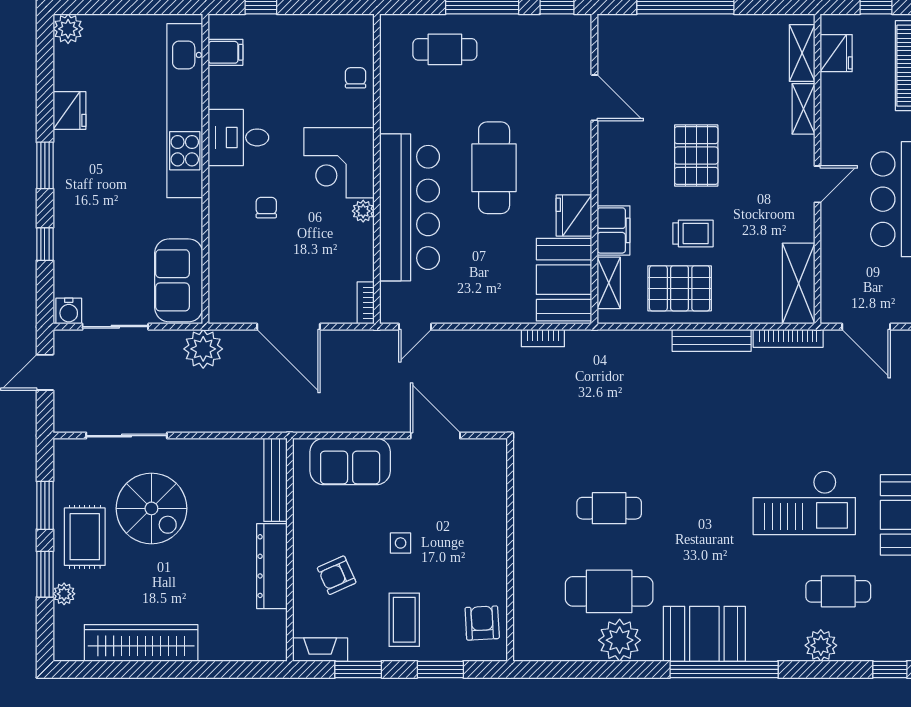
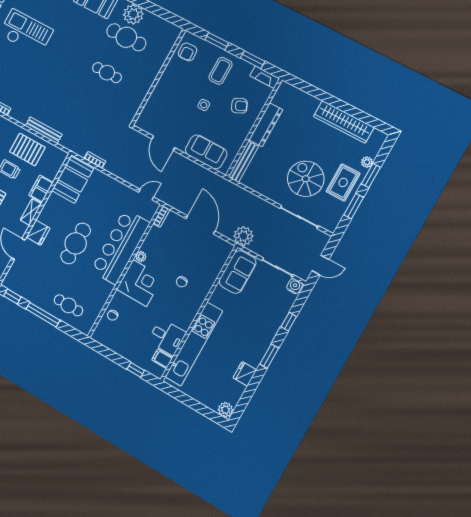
desk: (238, 137) -> (167, 337), moved
fridge: (574, 216) -> (38, 233), moved
shelving: (609, 283) -> (31, 212), moved
bench: (712, 340) -> (44, 130), moved

